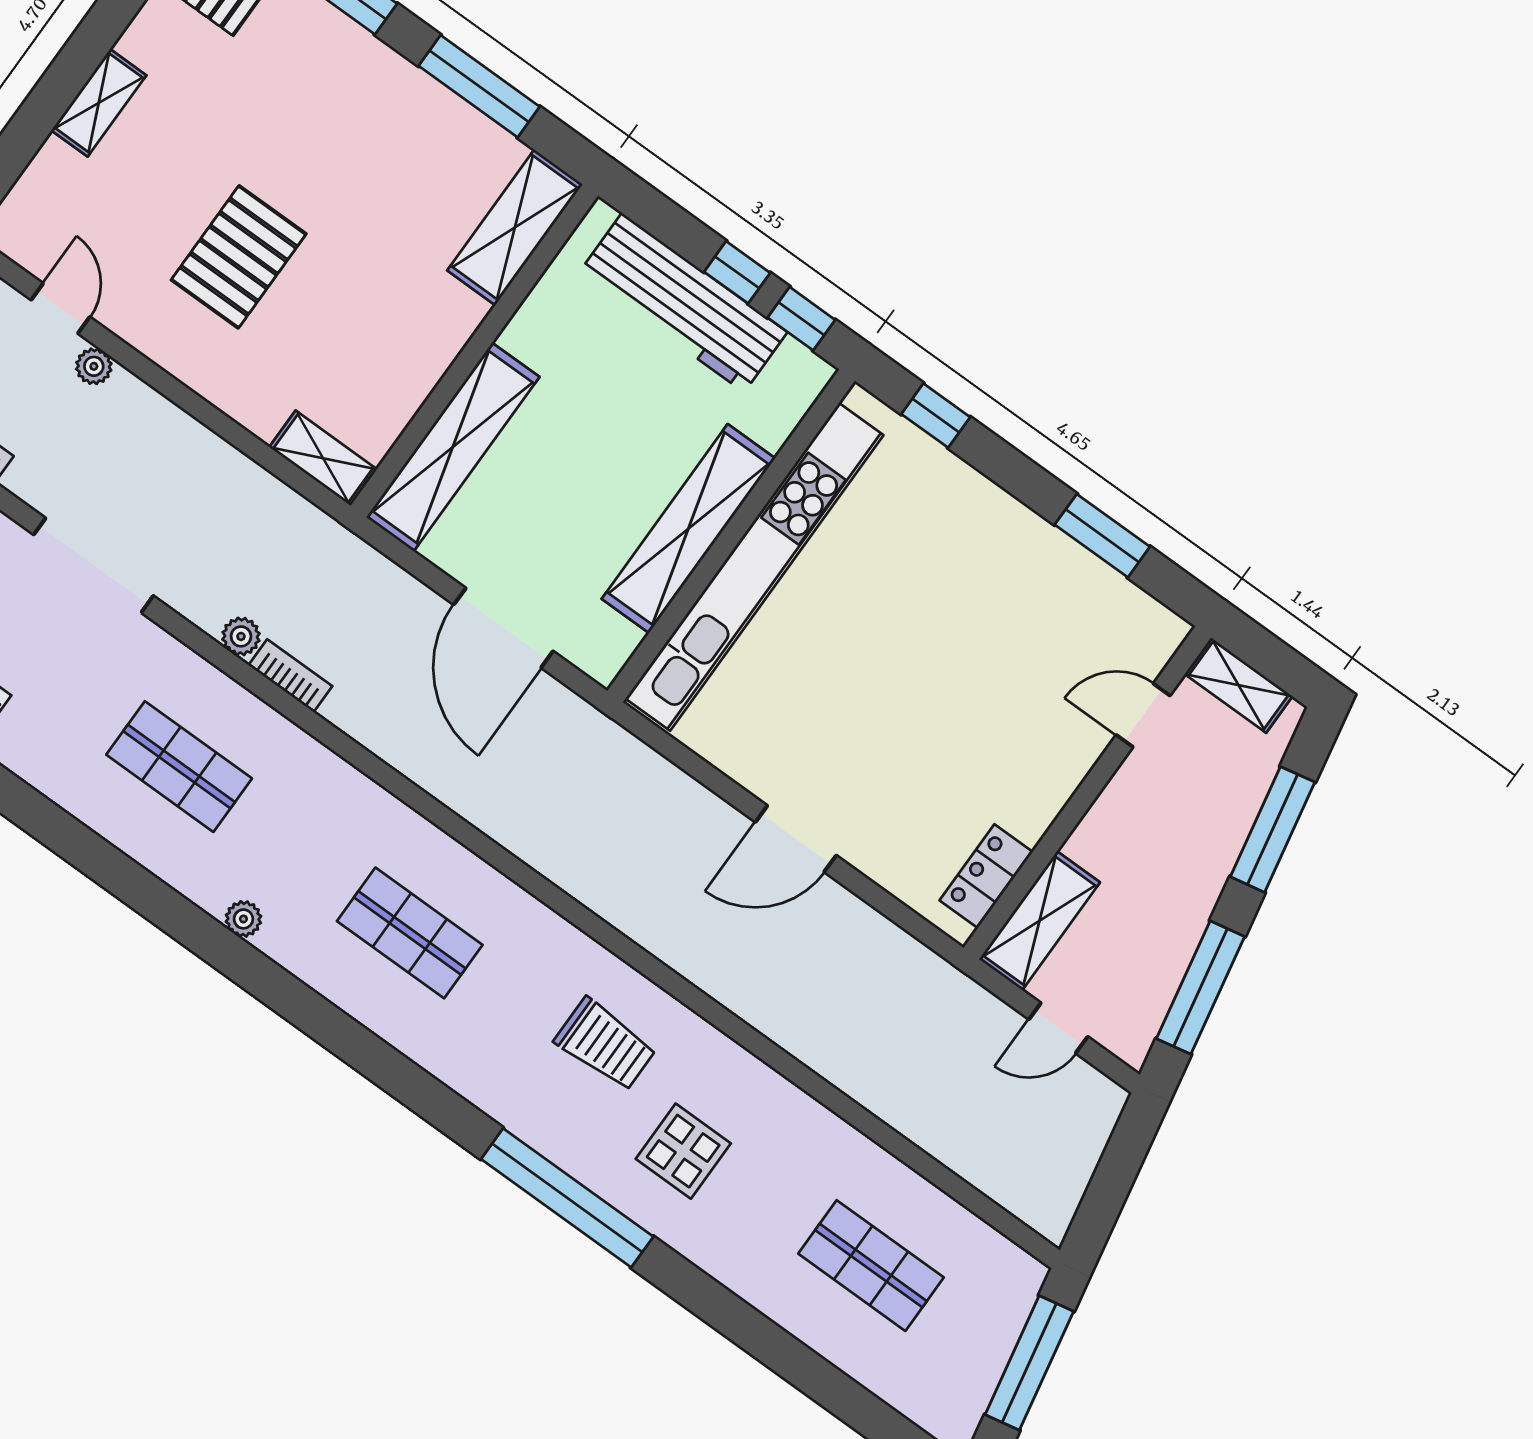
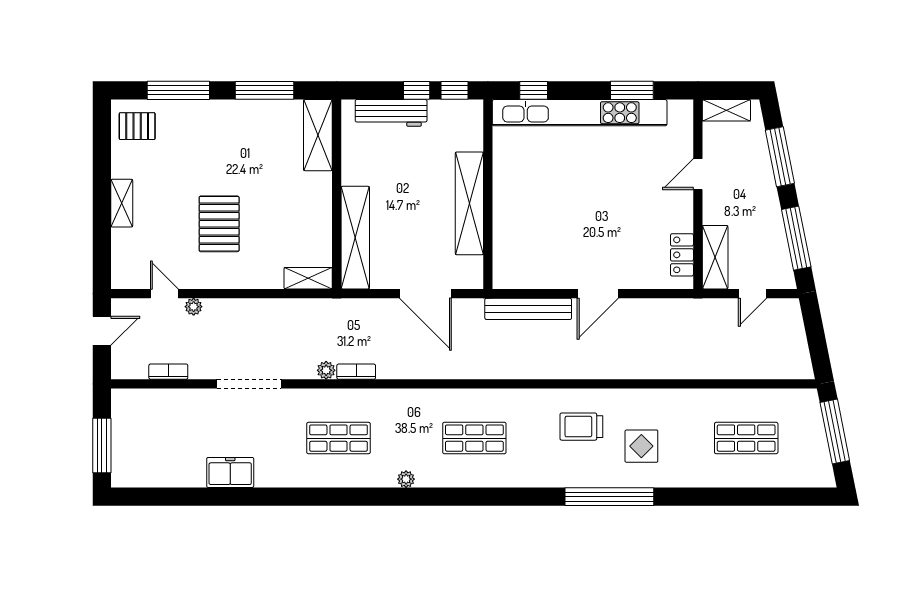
workbench: (683, 303) -> (391, 113), width x0.73, depth x0.76
kitchen unit: (754, 567) -> (580, 113), moved, turned 90
door: (1143, 715) -> (698, 174), moved
bench: (659, 780) -> (528, 309), added
trolley: (605, 1044) -> (581, 427), turned 180

